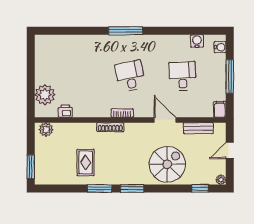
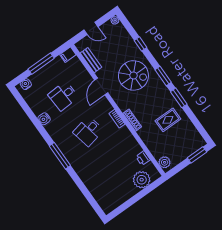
water cooler: (197, 41) -> (44, 119), moved
spiral stairs: (167, 164) -> (133, 75), moved, turned 180
window: (200, 188) -> (141, 44), moved

